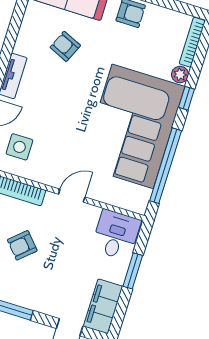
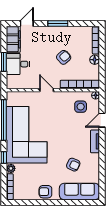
door: (72, 196) -> (47, 90), swing flipped
desk: (116, 235) -> (18, 64), moved, turned 90

